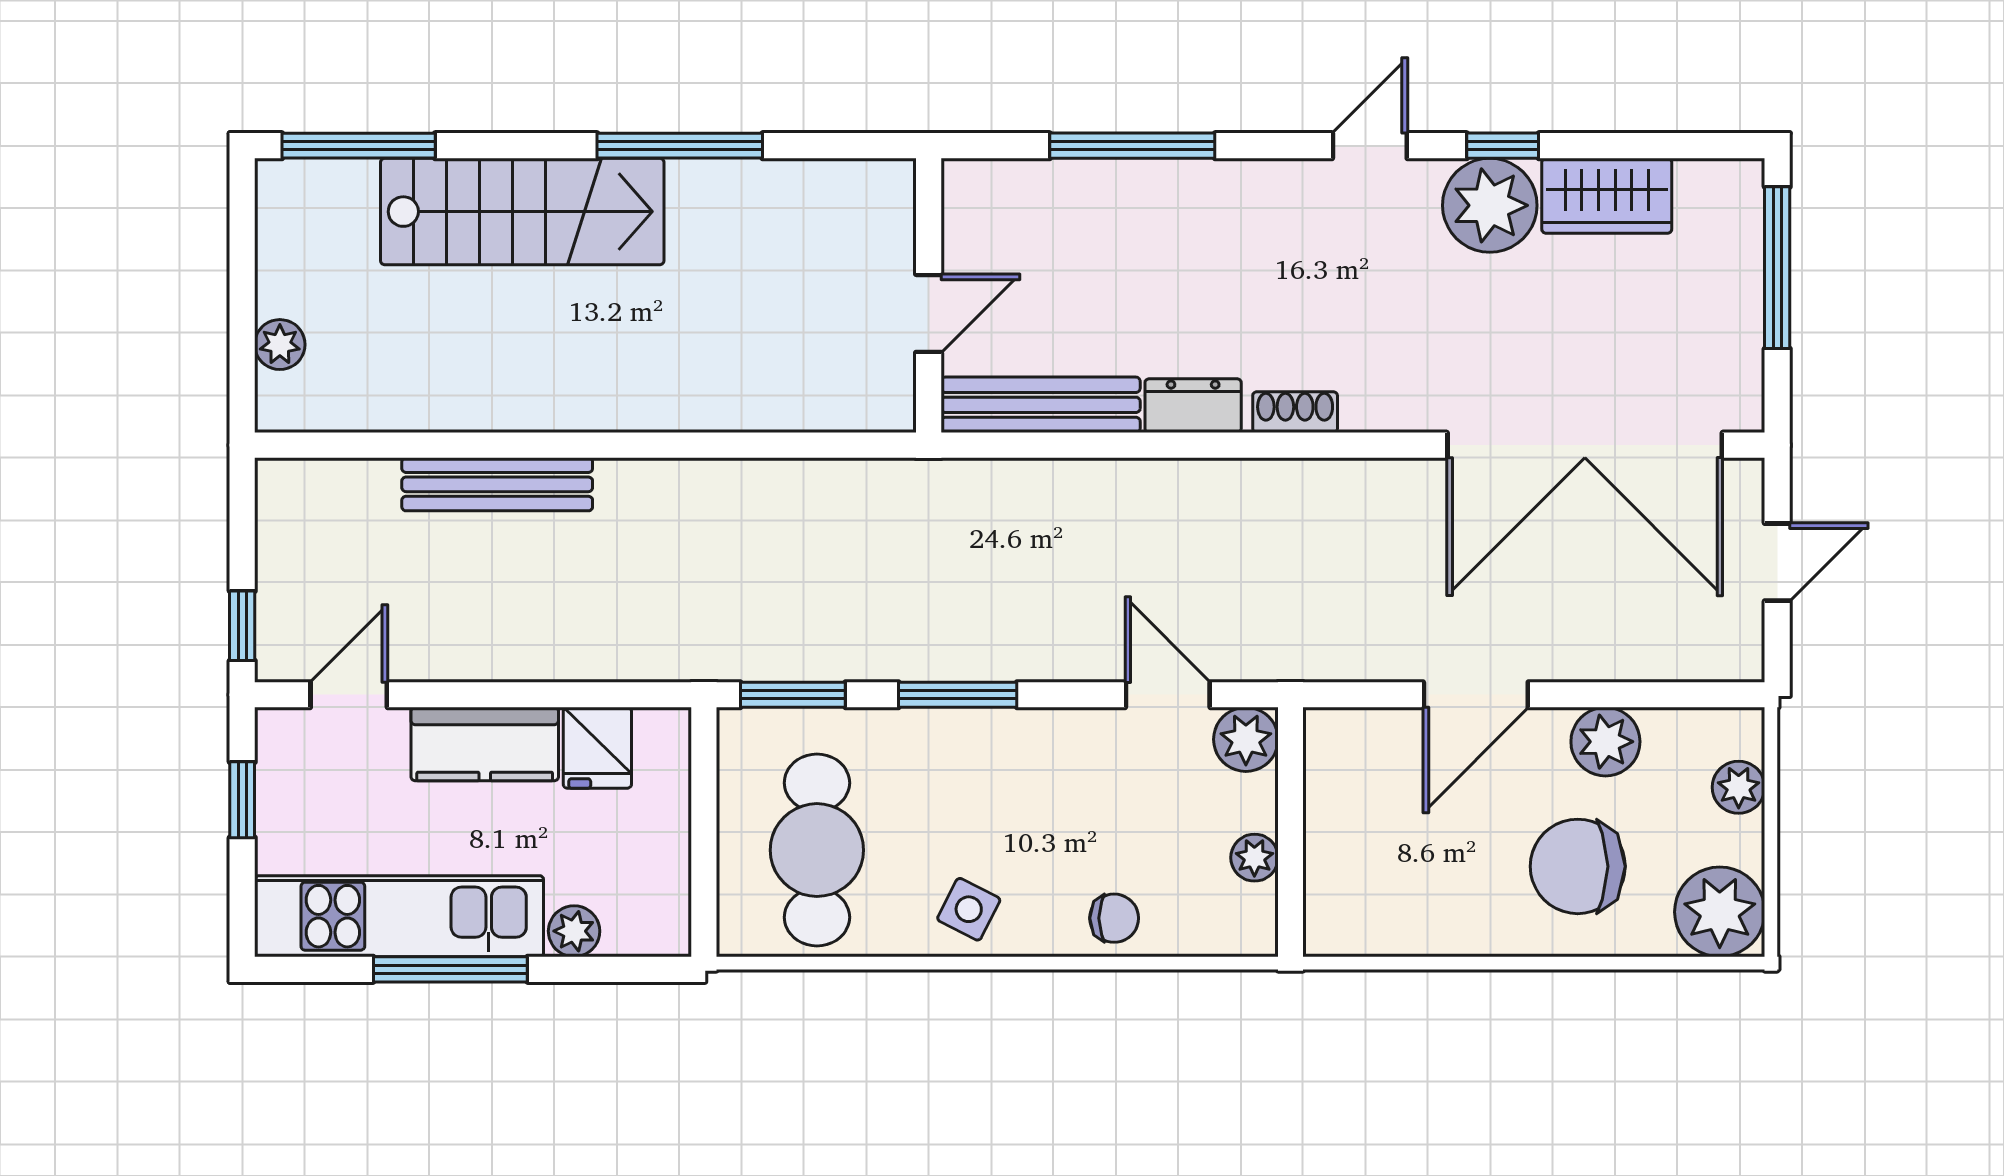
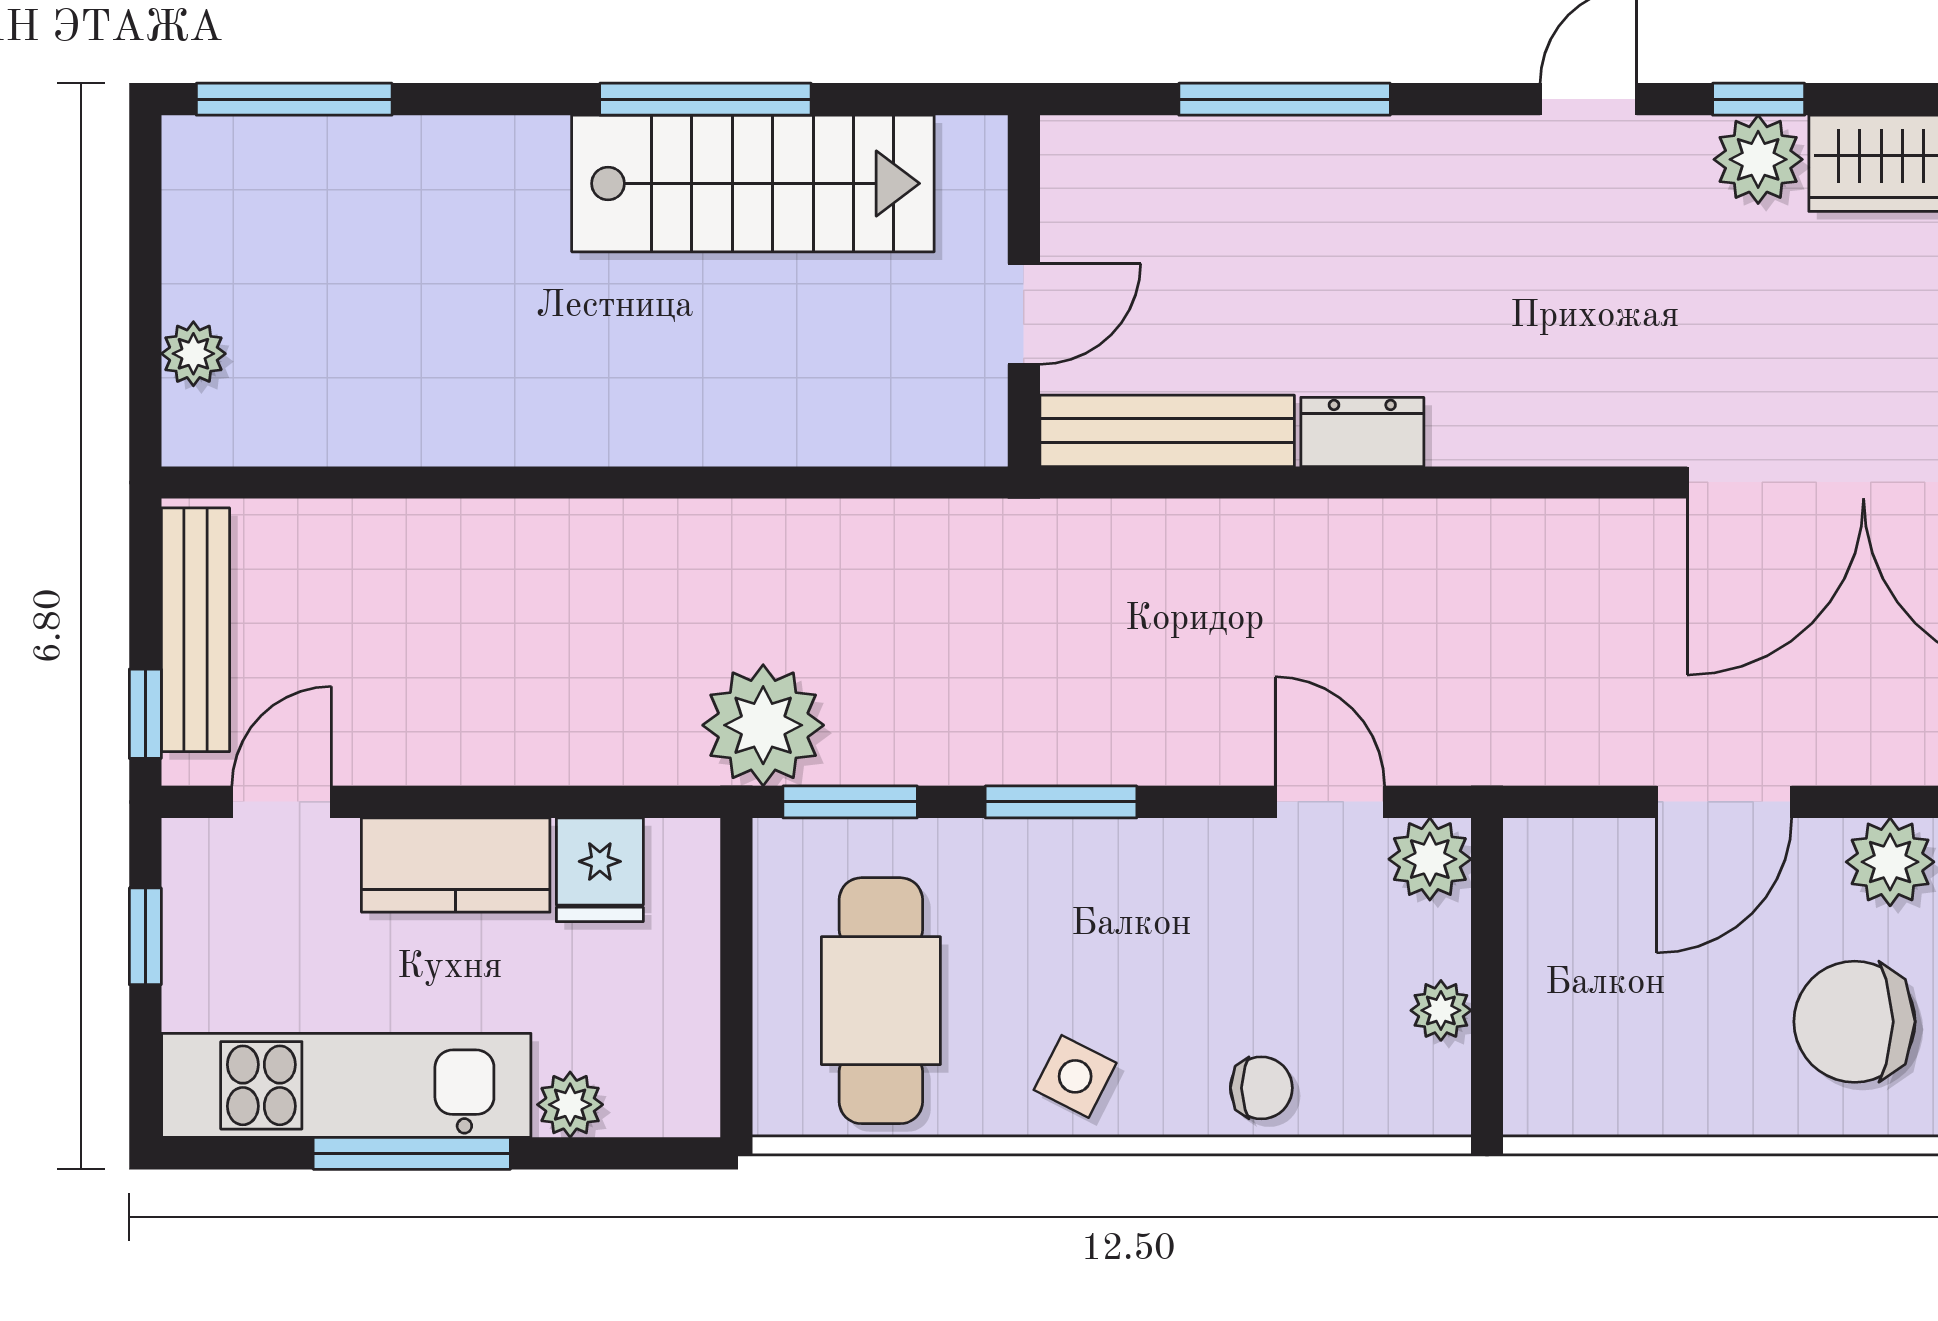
plant: (1490, 205) -> (1758, 159), width x0.73, depth x0.73
stairs: (522, 212) -> (753, 183), moved
shoe rack: (1295, 412) -> (1493, 440), removed
bench: (497, 484) -> (195, 630), moved, turned 90
plant: (725, 635) -> (763, 725), added

